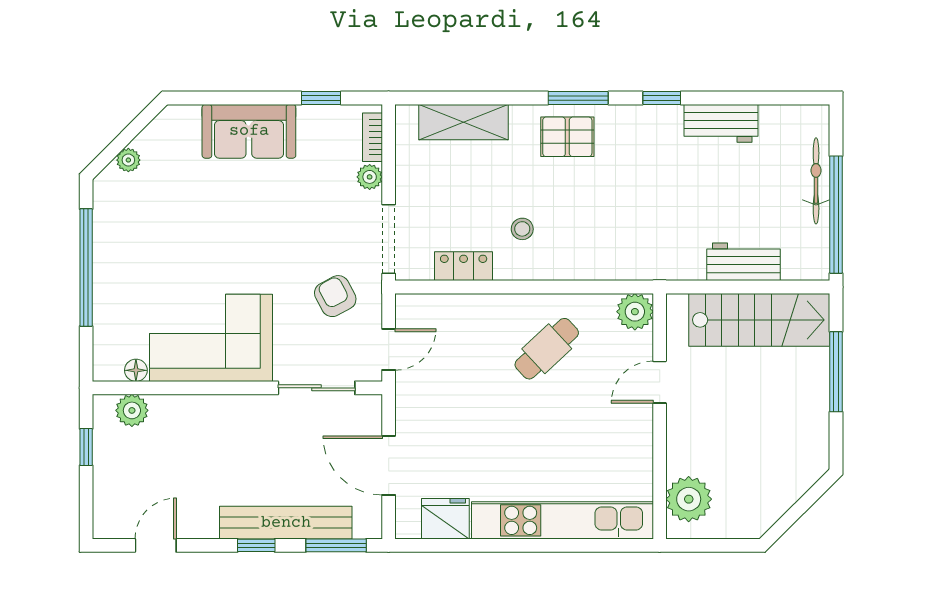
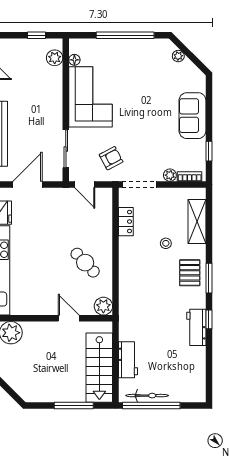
workbench: (721, 123) -> (196, 327), moved
bicycle: (816, 181) -> (147, 396), moved
stool: (522, 229) -> (166, 243), moved

